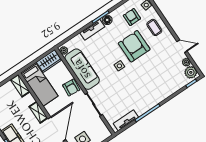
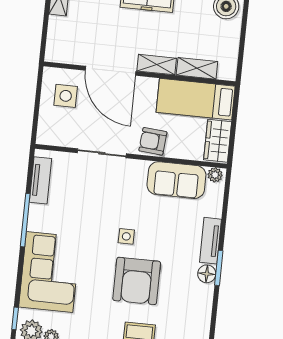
armchair: (132, 17) -> (181, 313), removed
armchair: (134, 46) -> (137, 281), turned 90
sofa: (82, 69) -> (176, 180), width x0.73
corner sofa: (160, 85) -> (50, 272), added
shelving: (20, 86) -> (197, 68), moved

